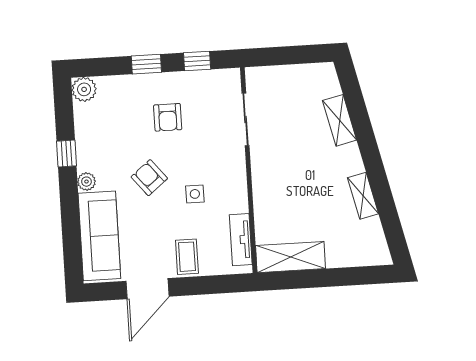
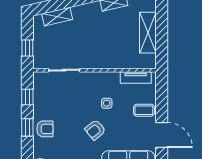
window: (279, 56) -> (27, 48), added
armchair: (168, 117) -> (45, 129), moved
shelving: (340, 120) -> (57, 17), moved
shelving: (290, 257) -> (148, 33), moved

